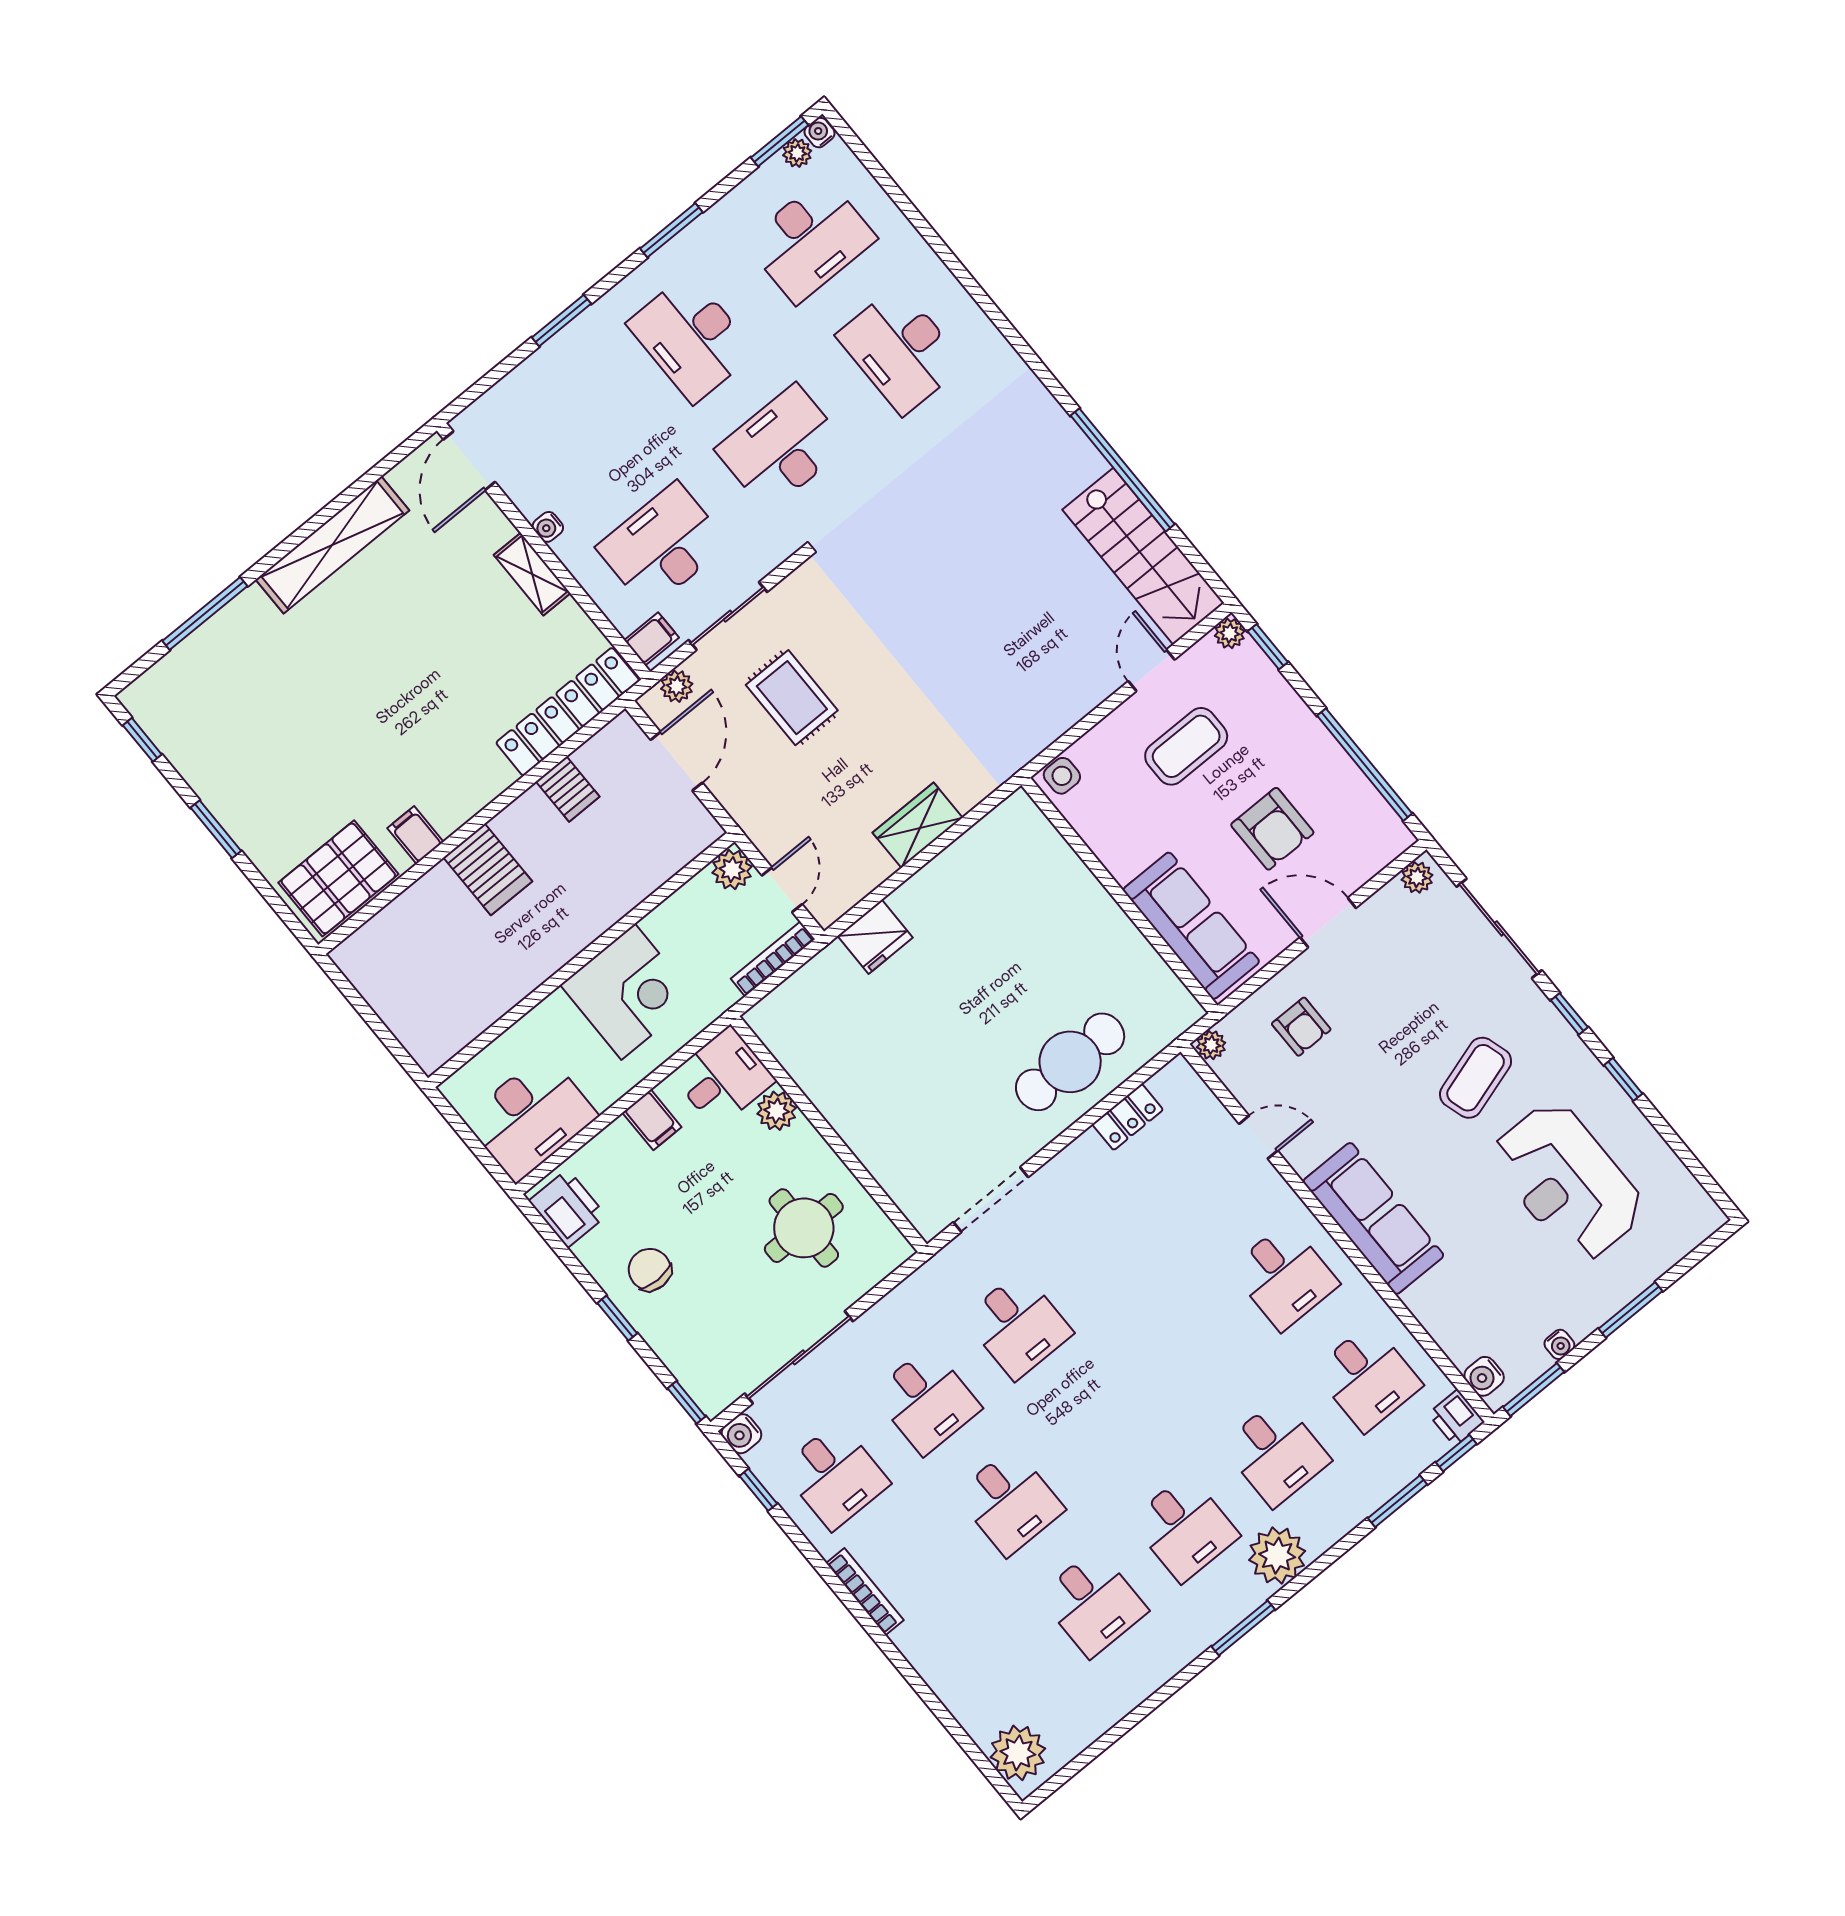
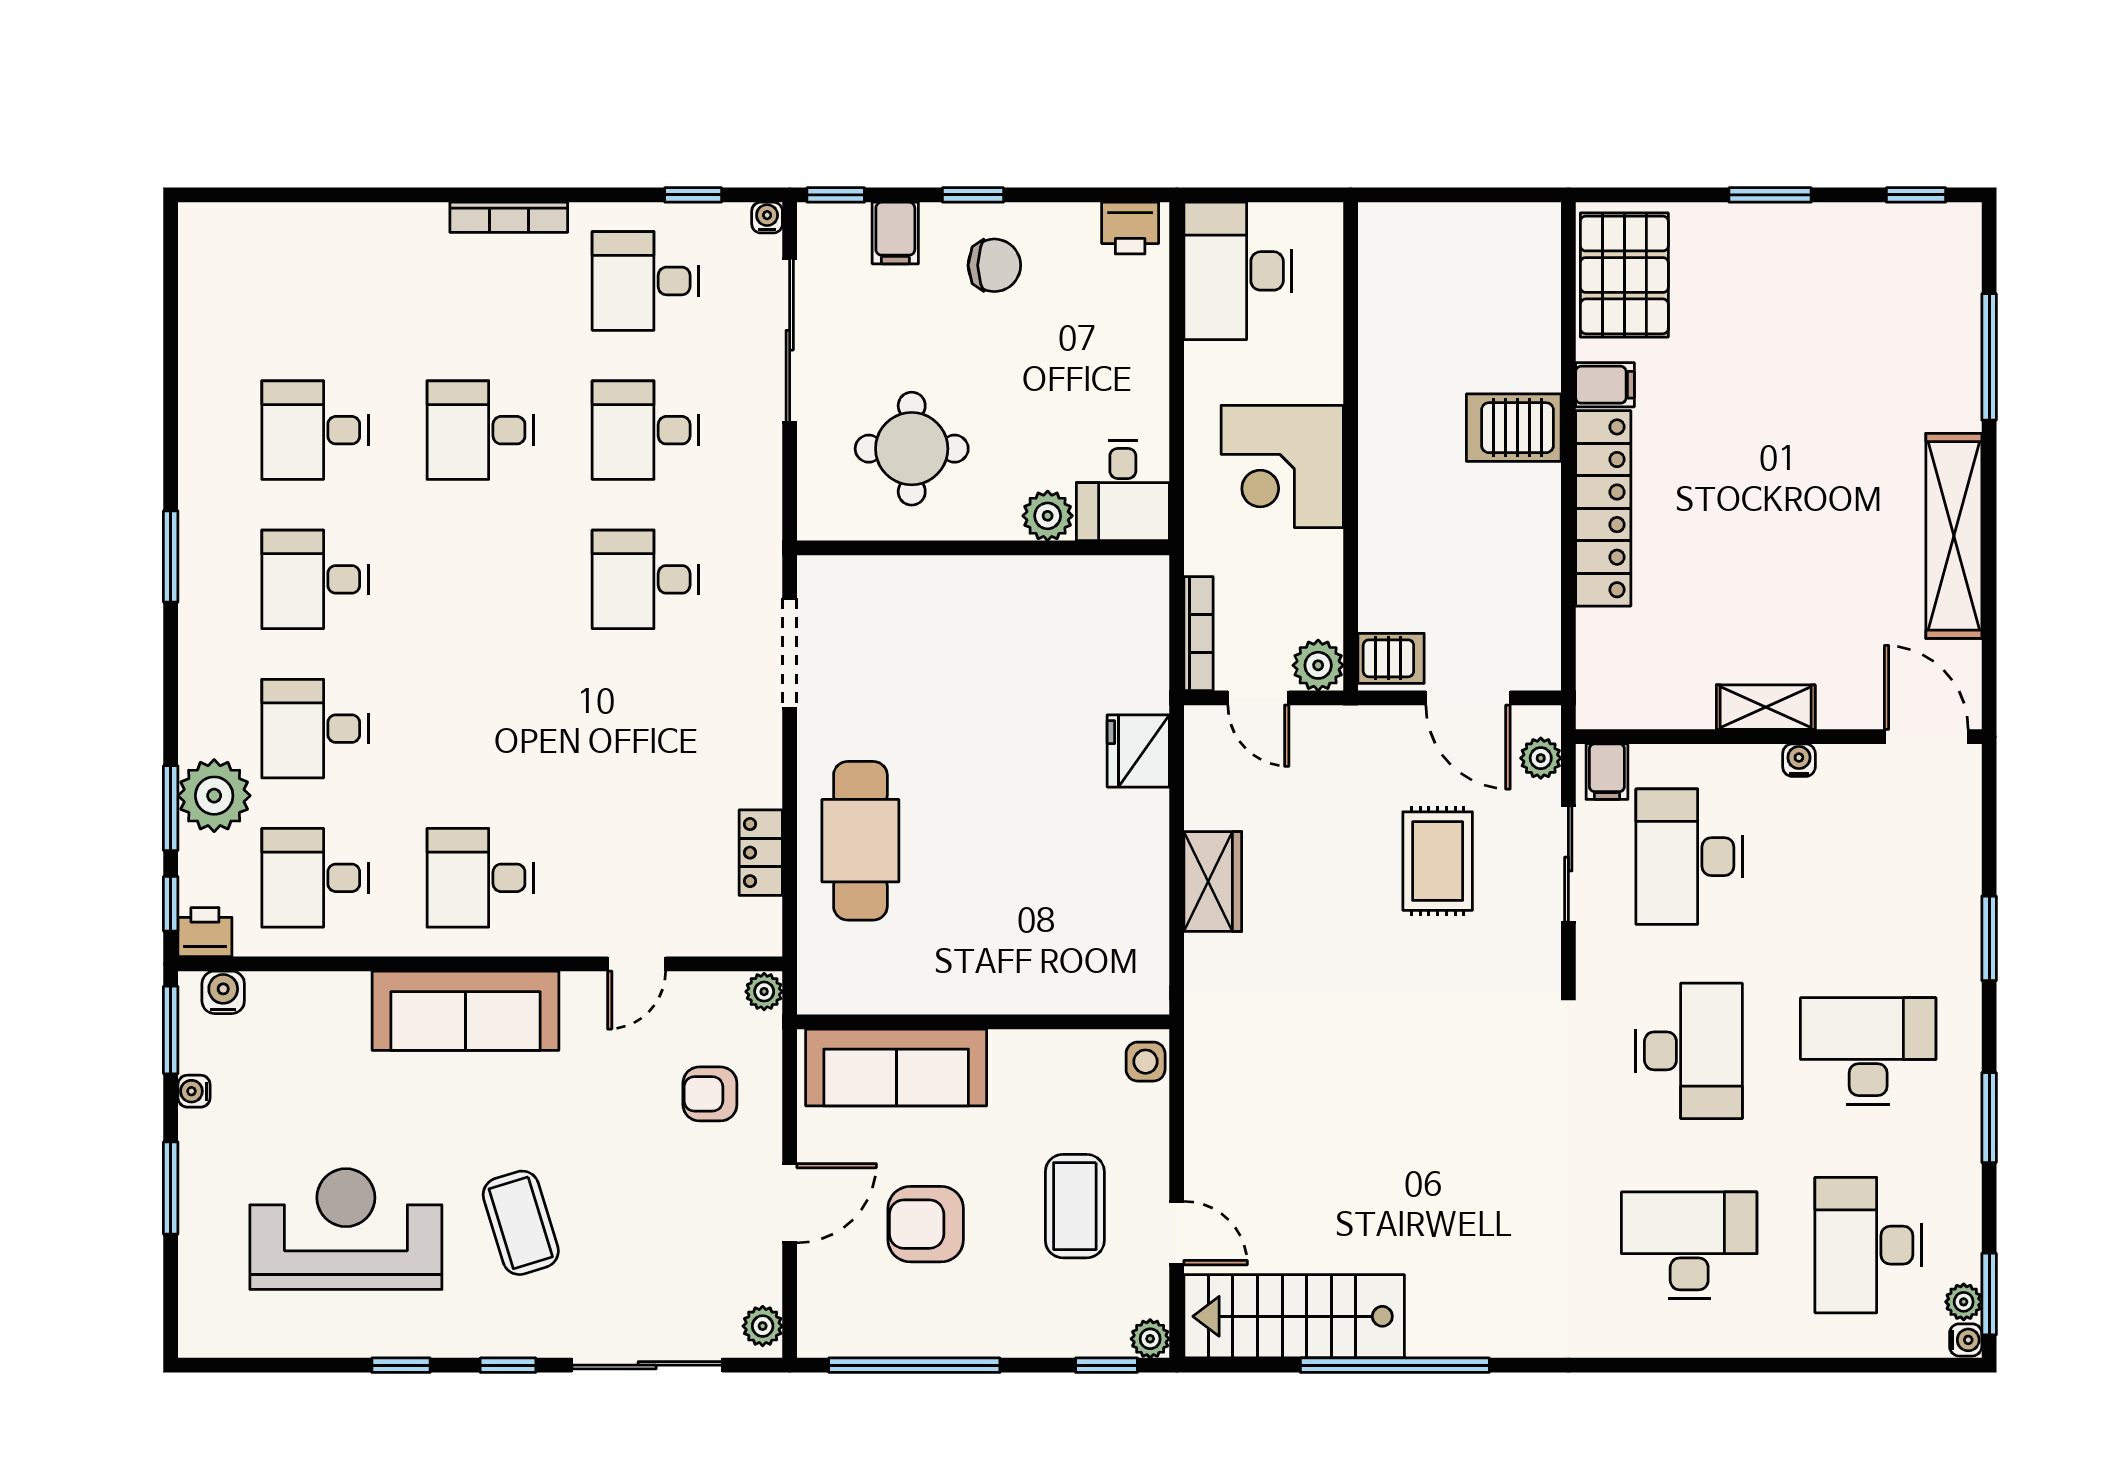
desk: (662, 546) -> (1689, 857), turned 180
rug: (792, 698) -> (1438, 861), turned 90
locker: (568, 712) -> (1603, 508), moved
server rack: (568, 789) -> (1391, 658), moved, turned 180
filing cabinet: (652, 1120) -> (895, 233), moved, turned -90
printer: (568, 1208) -> (1130, 228), width x0.73, depth x0.81
water cooler: (742, 1434) -> (767, 218), width x0.72, depth x0.72
plant: (1277, 1556) -> (214, 796), moved
plant: (1018, 1753) -> (229, 237), removed

